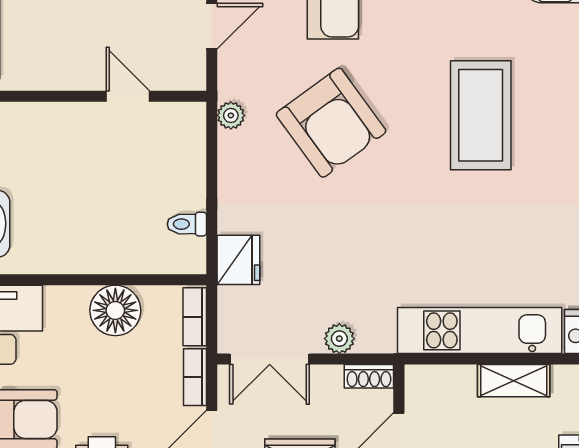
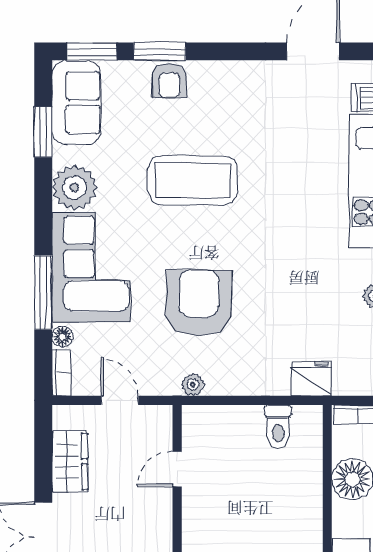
armchair: (331, 123) -> (199, 303), turned -53
toilet: (187, 224) -> (278, 427), width x1.37, depth x1.39

